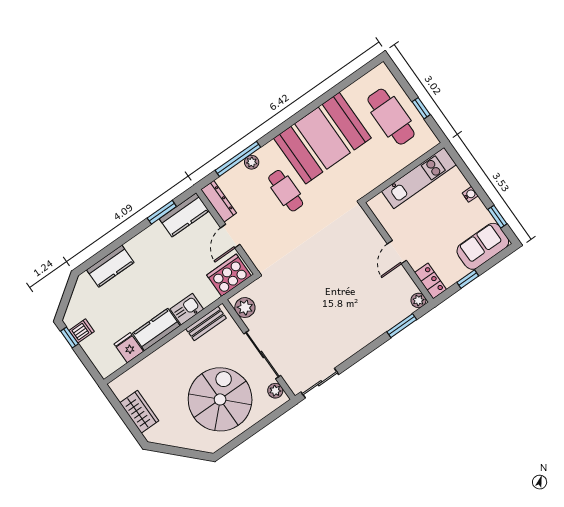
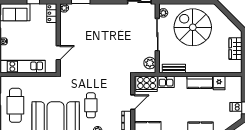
door: (397, 252) -> (58, 53), moved
kitchen sink: (187, 309) -> (166, 82), moved
spiral stairs: (220, 399) -> (193, 27), turned 90

